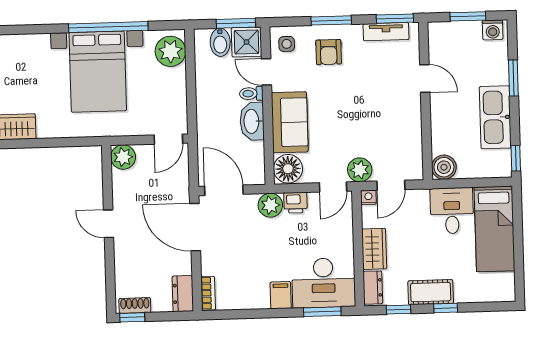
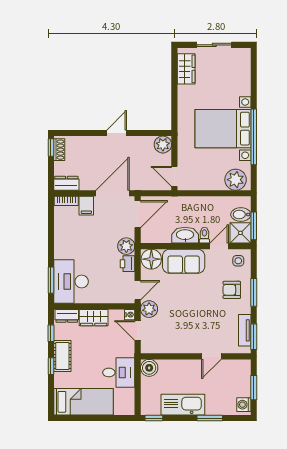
door: (333, 187) -> (138, 290), swing flipped
bed: (494, 229) -> (83, 402), moved, turned 180
filing cabinet: (281, 295) -> (86, 206), moved, turned 90

